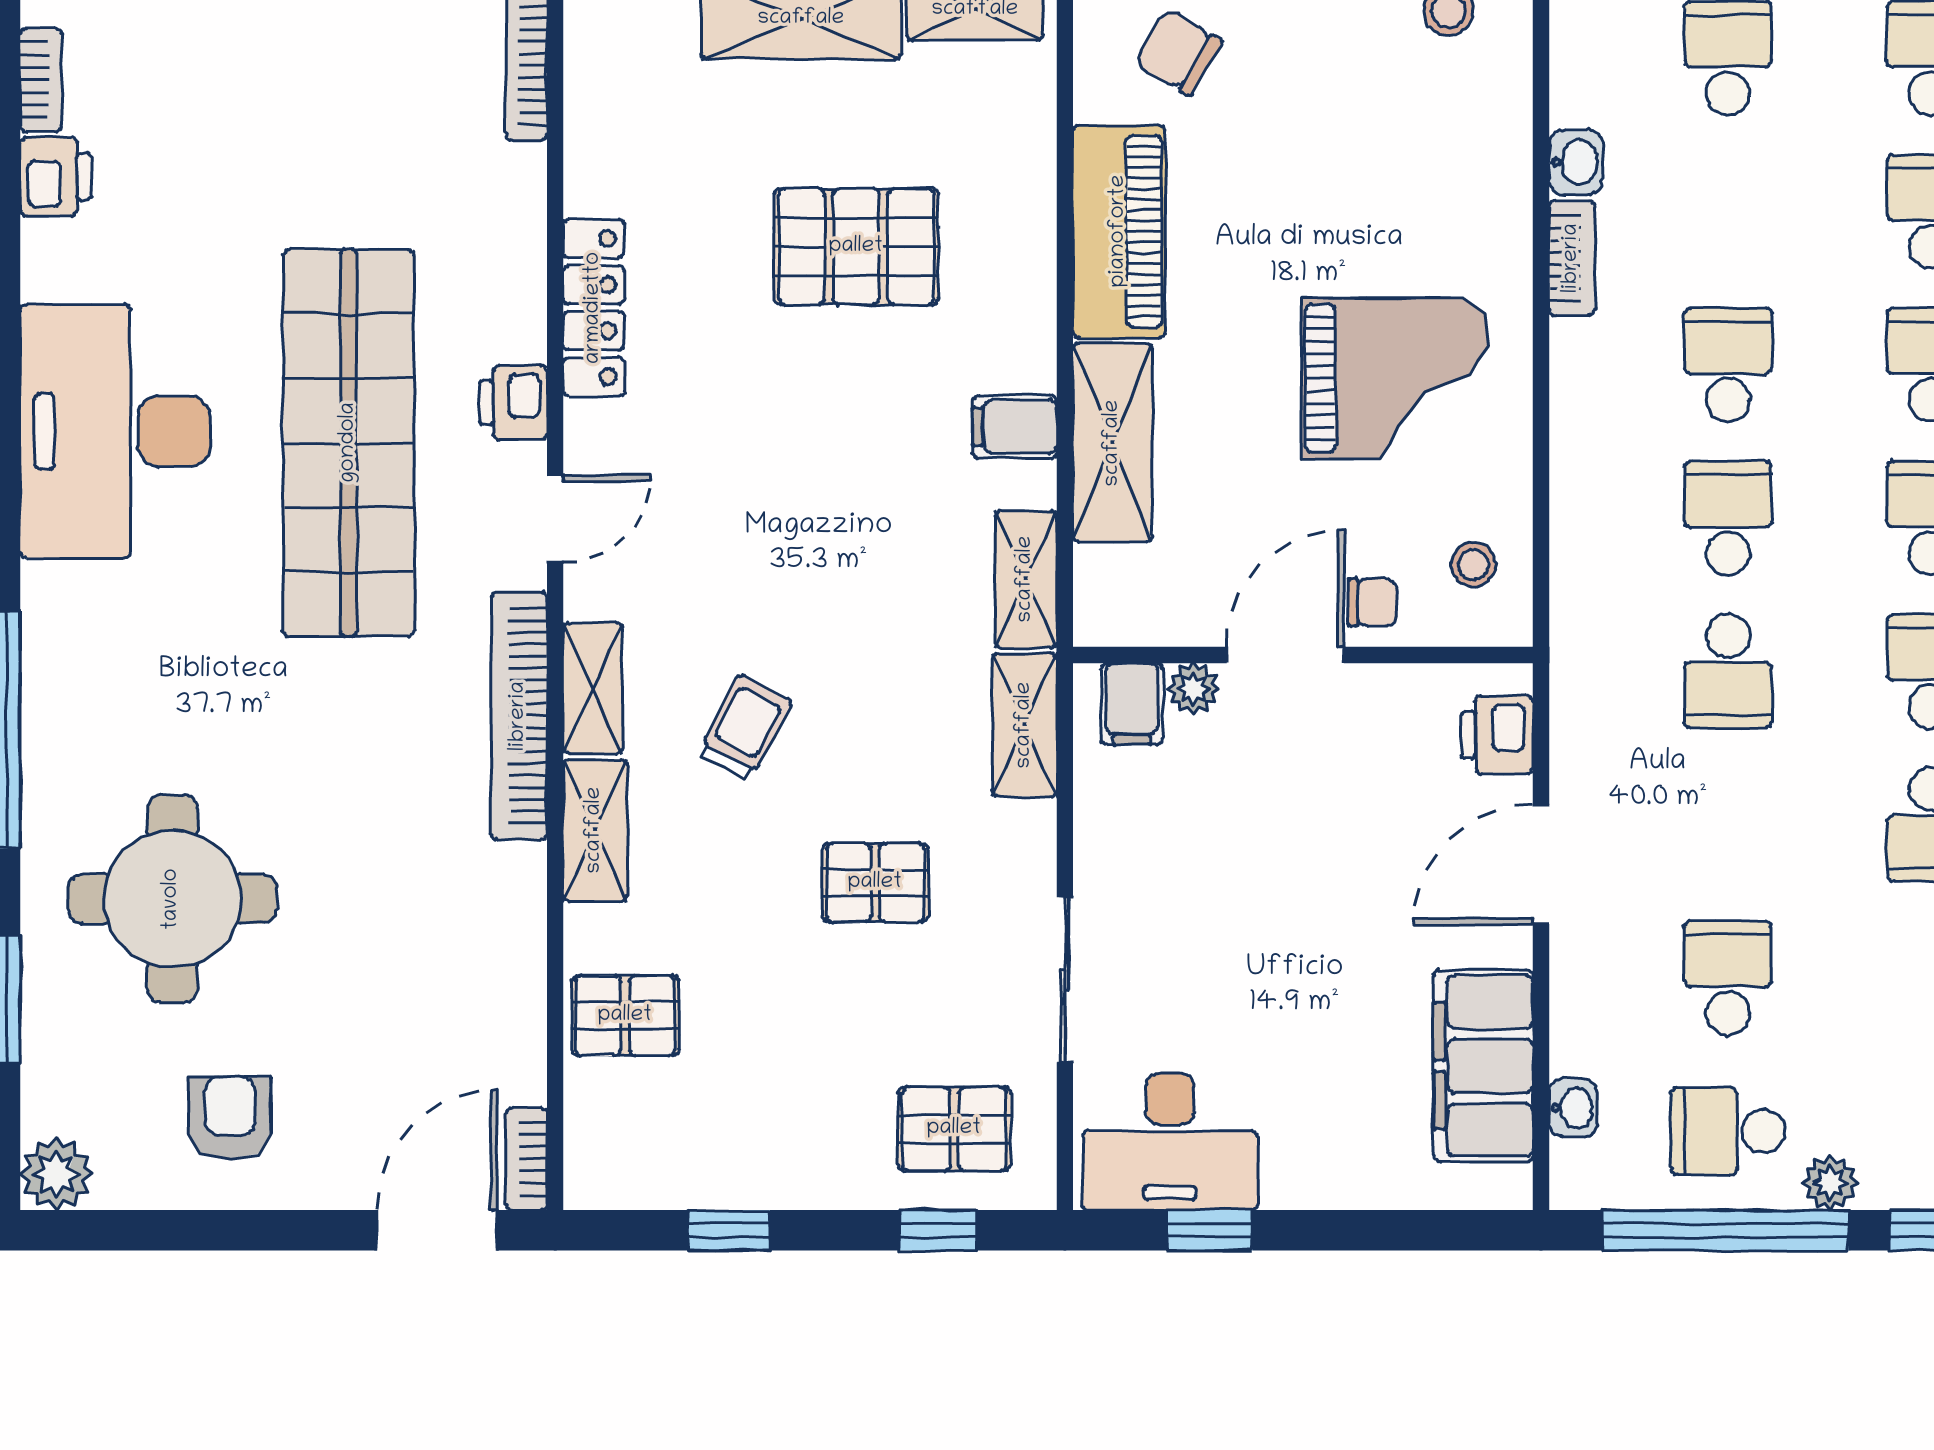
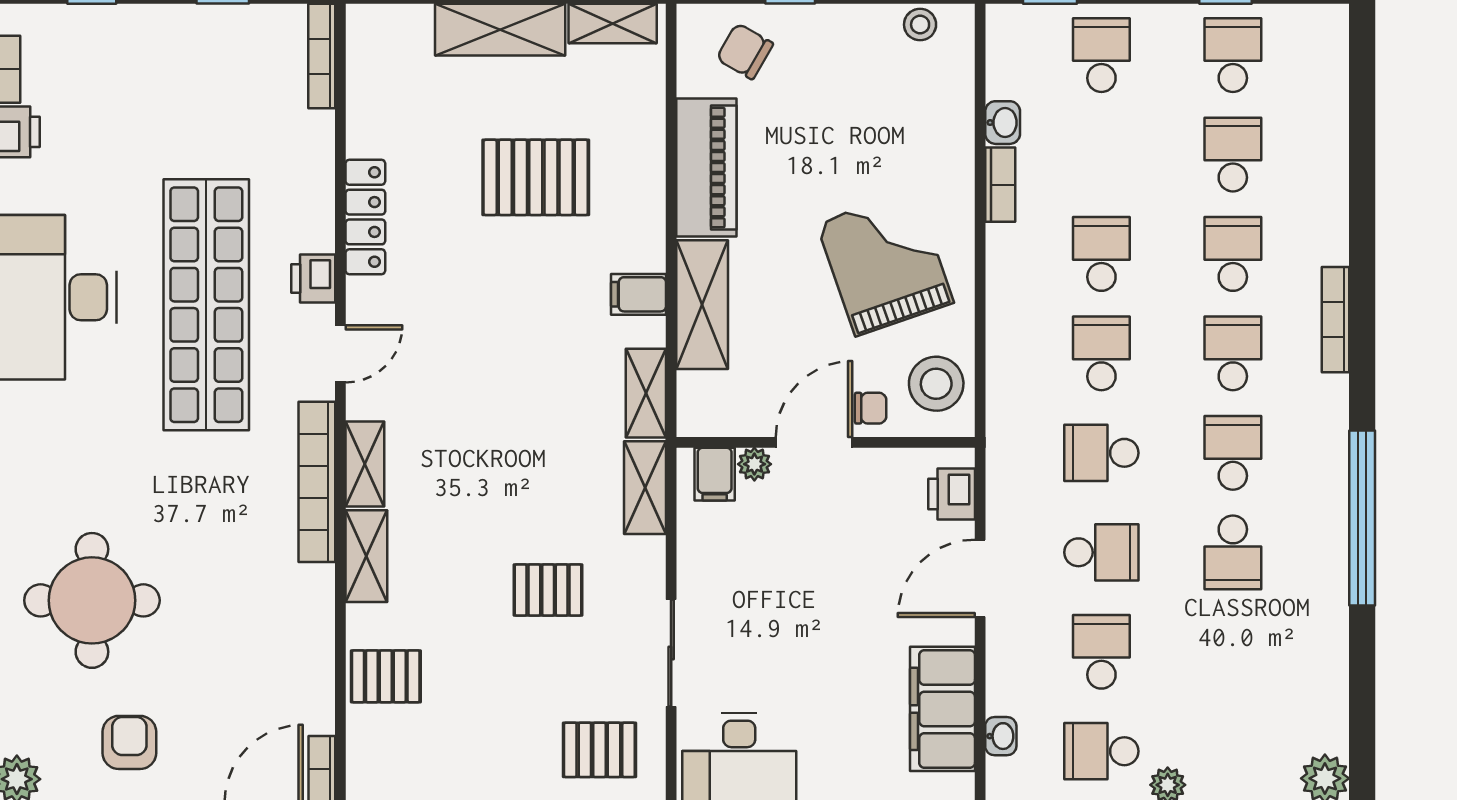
grand piano: (1395, 378) -> (885, 263), turned -109
stool: (1473, 565) -> (936, 384), width x1.89, depth x1.89
school desk: (1728, 671) -> (1101, 453), turned 90
trolley: (745, 728) -> (463, 489), removed
school desk: (1728, 825) -> (1101, 552), added

